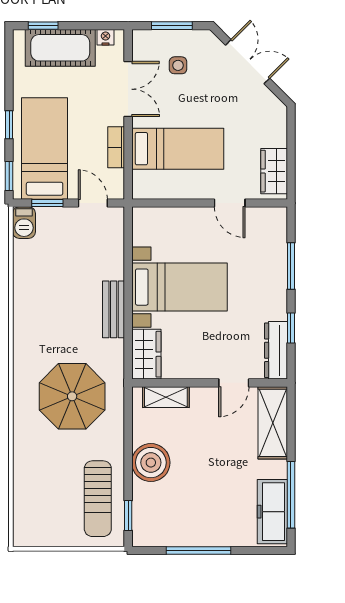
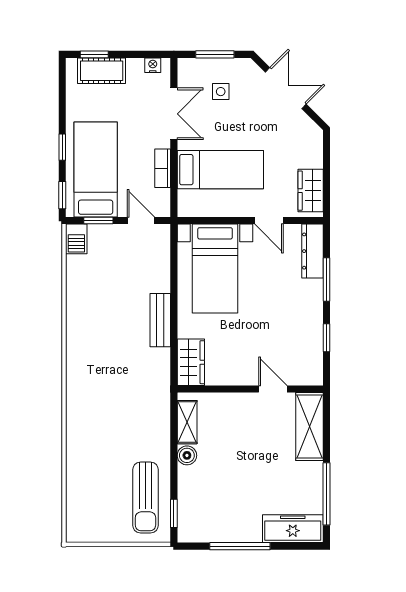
cot: (60, 48) -> (102, 71), width x0.73, depth x0.75
bed with nightstands: (179, 287) -> (215, 269), moved, turned 90
dresser: (276, 350) -> (312, 251), moved
door: (234, 383) -> (273, 389), swing flipped
parasol: (72, 396) -> (121, 402), removed
shelving: (166, 397) -> (187, 422), moved, turned 90
boiler: (151, 463) -> (187, 455), width x0.54, depth x0.54
freezer: (272, 512) -> (293, 529), moved, turned 90

